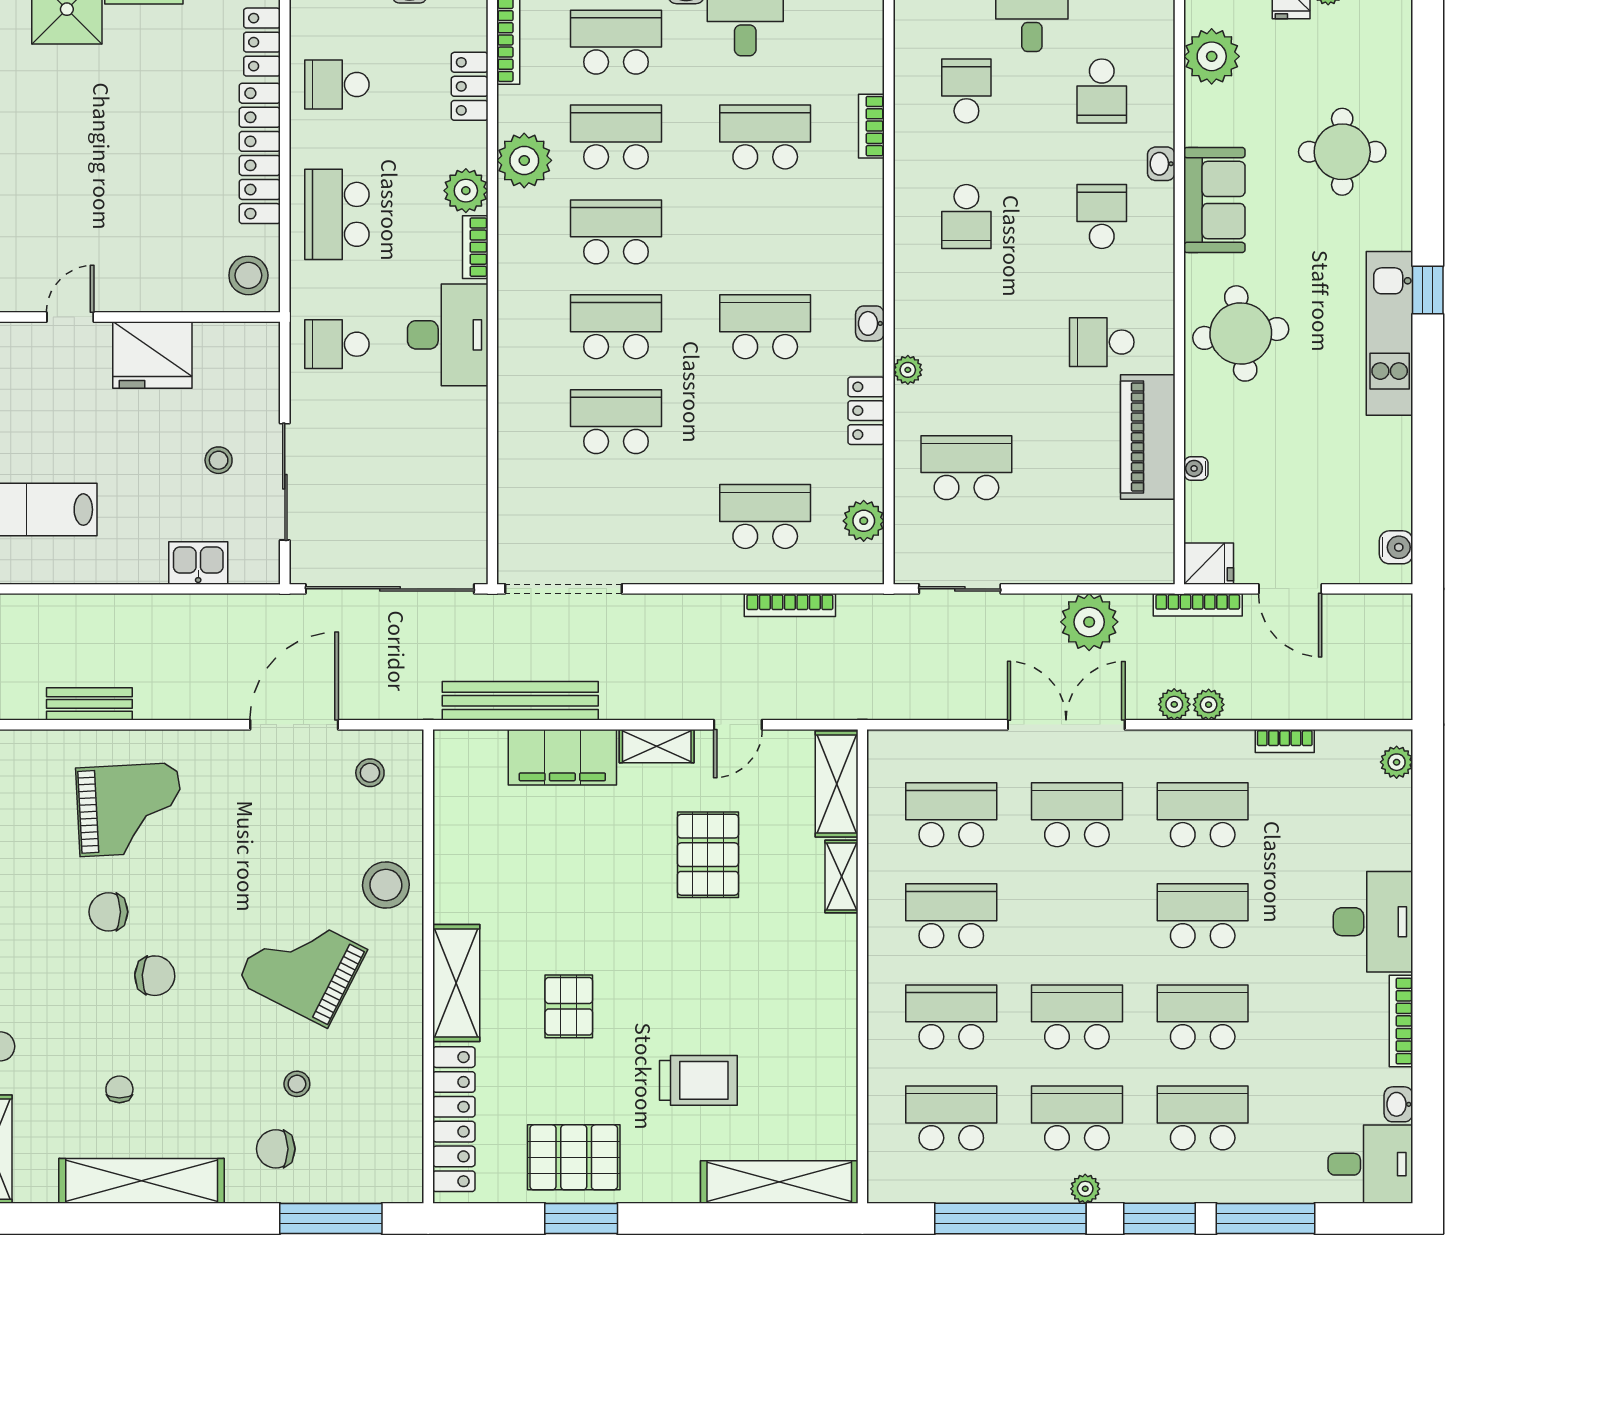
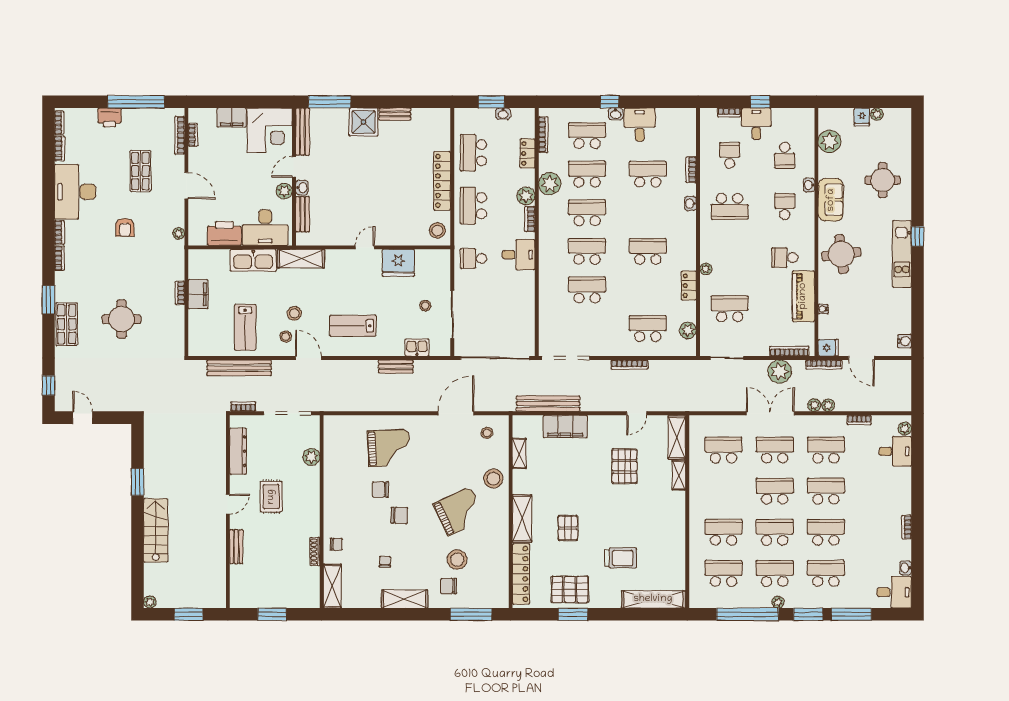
locker: (262, 42) -> (443, 135), removed
school desk: (337, 85) -> (473, 153), width x1.85
school desk: (966, 217) -> (730, 206), width x1.85
washbasin: (870, 323) -> (690, 203), moved
desk: (448, 335) -> (519, 255), width x0.73
bookcase: (1113, 572) -> (789, 351), added
bookcase: (790, 605) -> (629, 365), moved
bench: (89, 704) -> (396, 366), moved
shelving: (657, 746) -> (519, 453), moved, turned 90
school desk: (951, 916) -> (775, 491), moved
desk: (1373, 922) -> (895, 451), moved, width x0.73
grand piano: (302, 966) -> (459, 511), turned 128
bookcase: (1401, 1021) -> (907, 527), width x0.64
stool: (297, 1084) -> (457, 560), width x1.89, depth x1.89
shelving: (142, 1181) -> (405, 599), width x0.68

